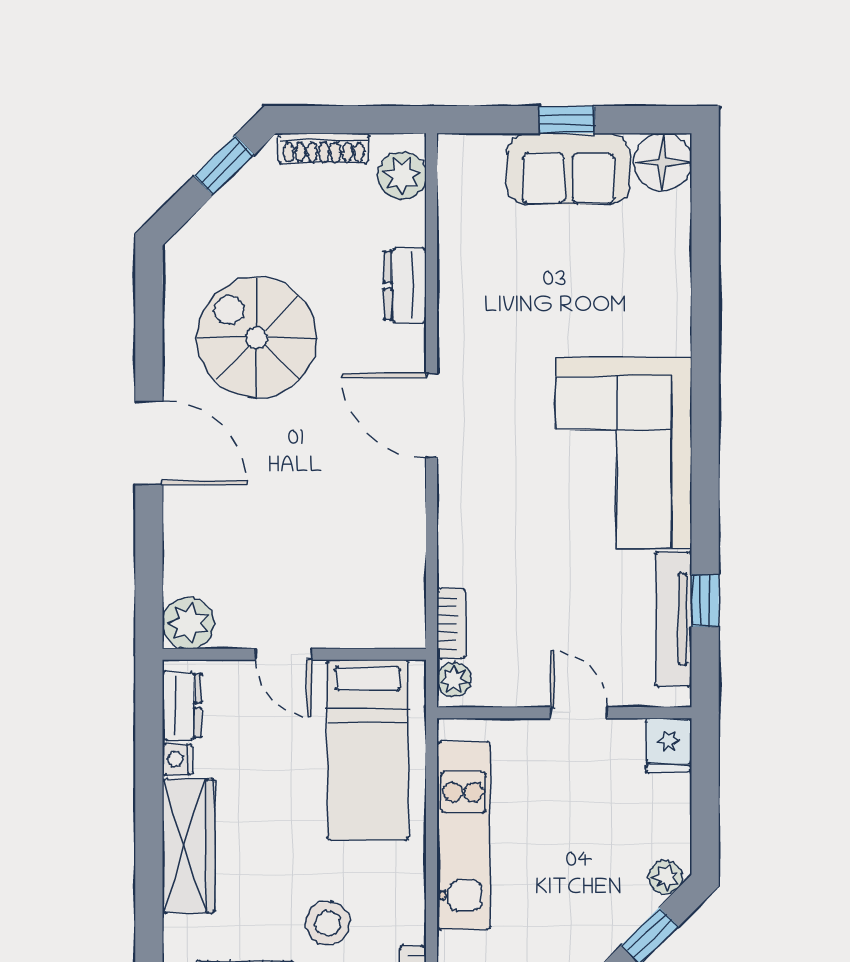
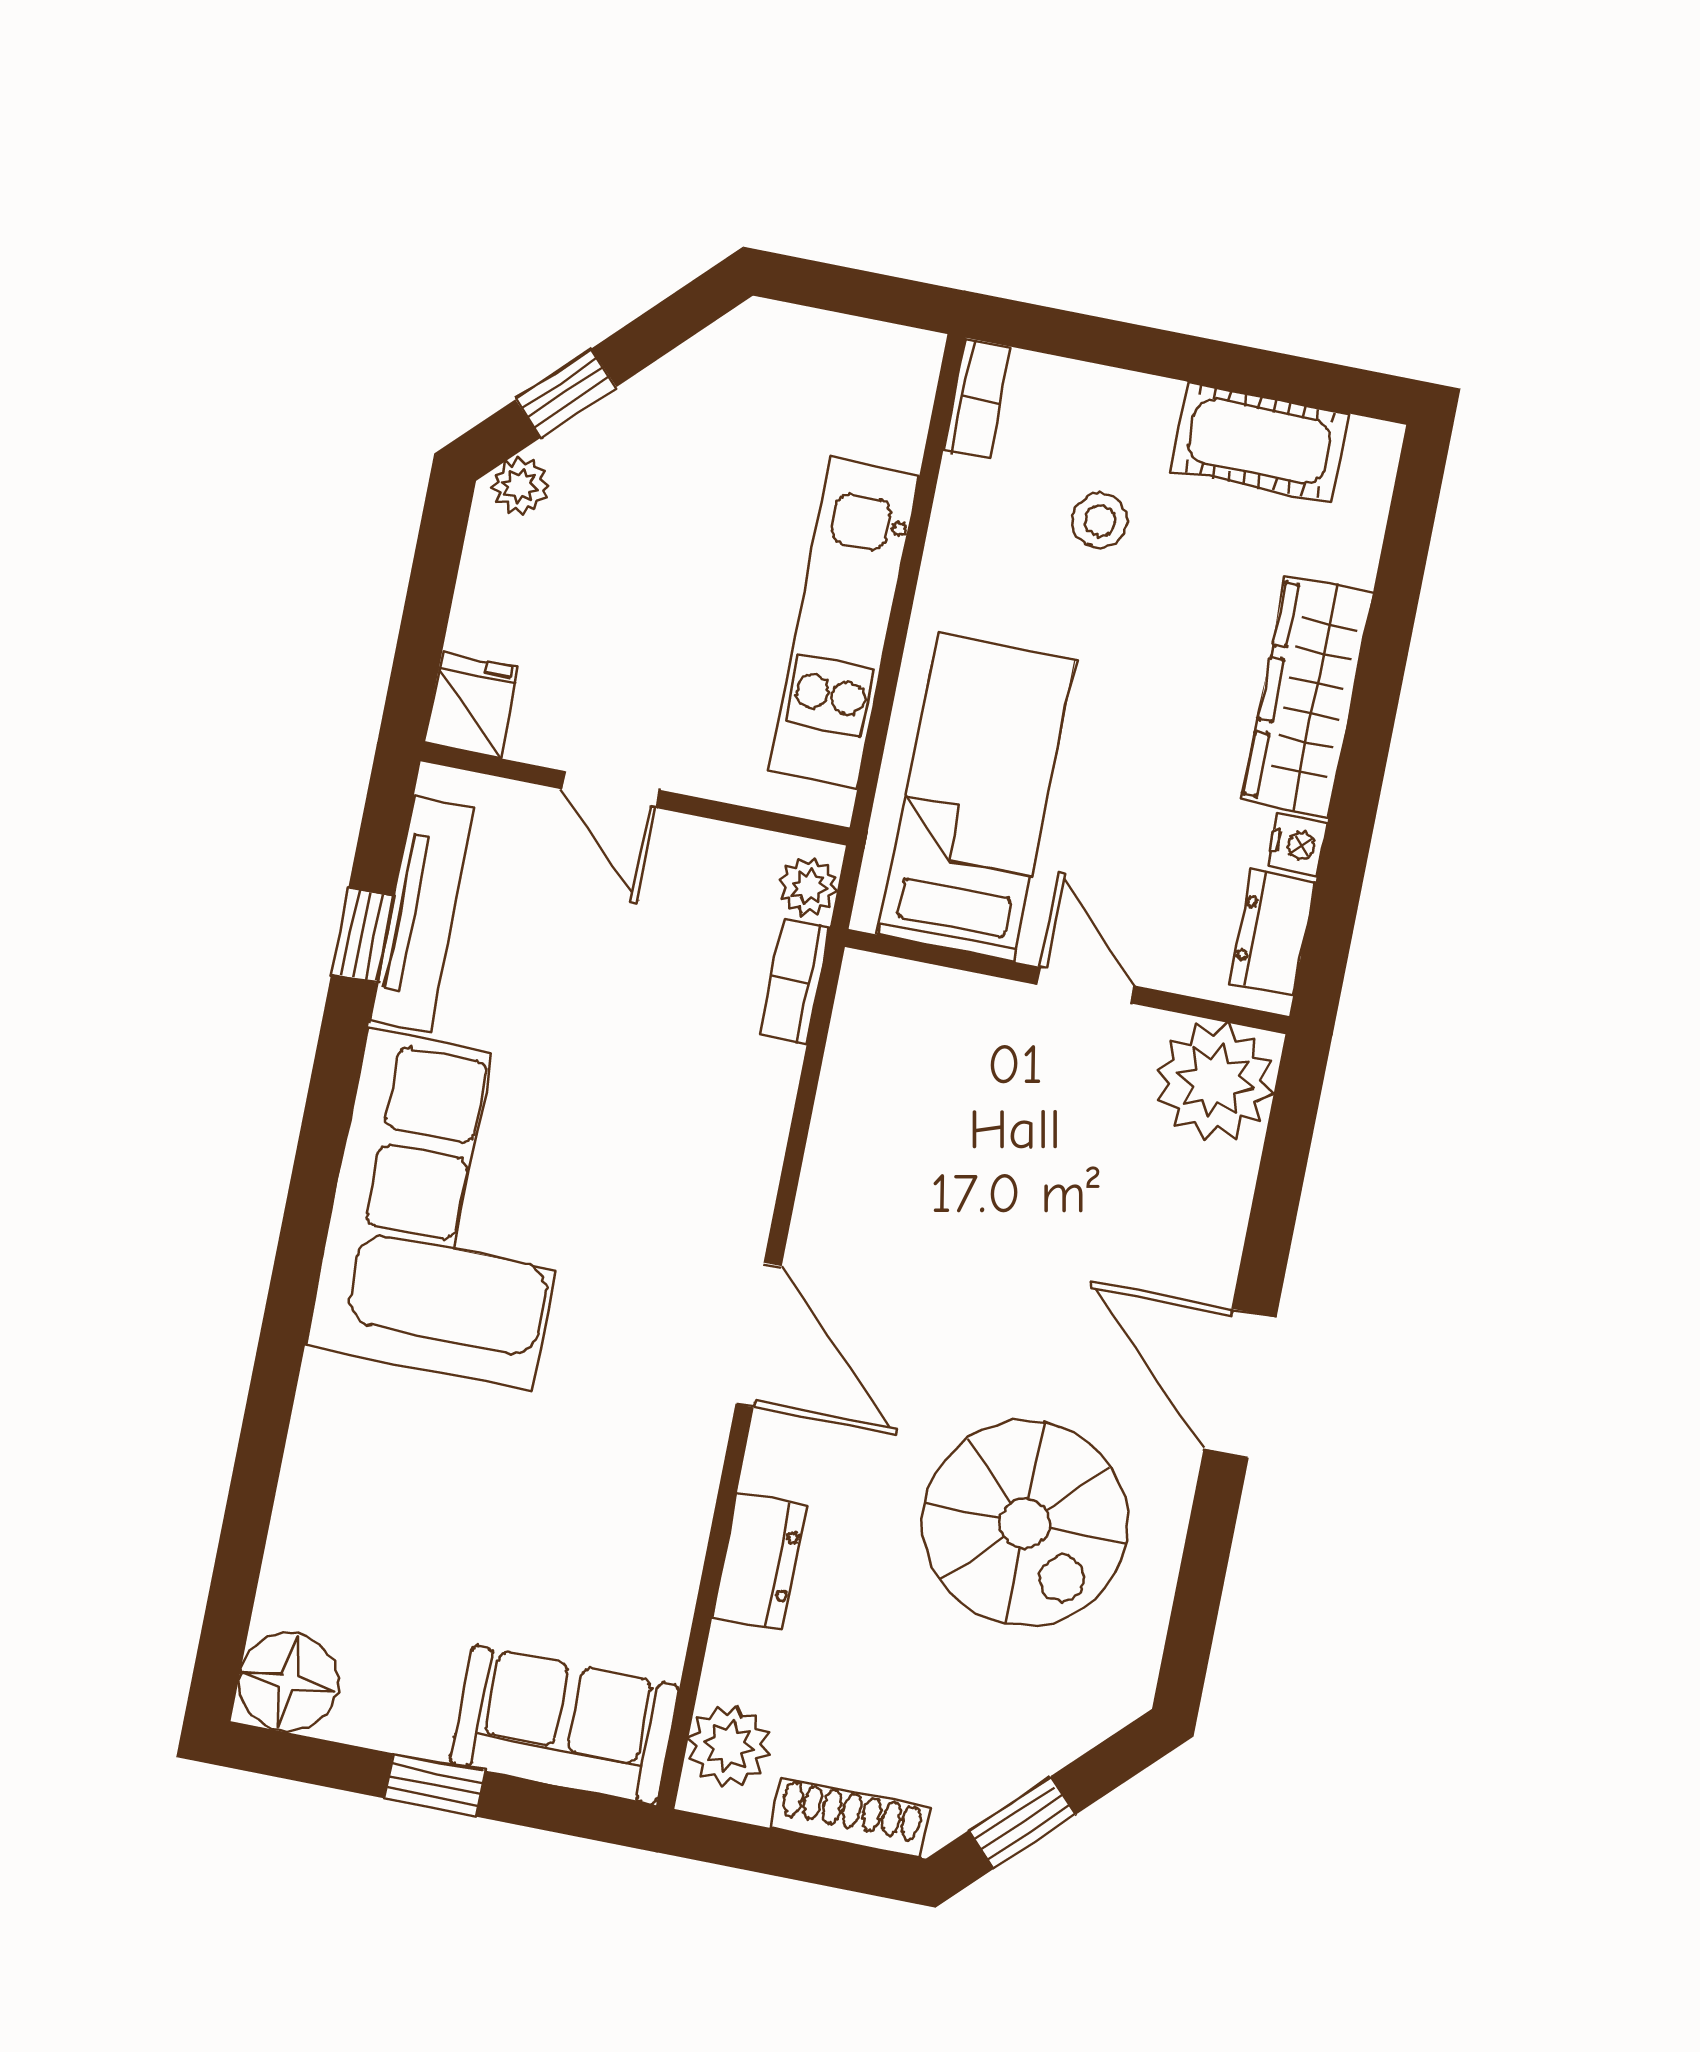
sofa: (568, 169) -> (564, 1725), moved
plant: (188, 623) -> (1215, 1081), width x1.36, depth x1.36
stool: (328, 923) -> (1100, 521), width x0.73, depth x0.73

